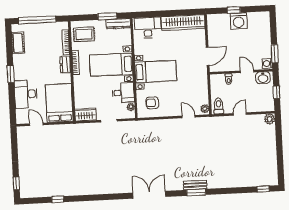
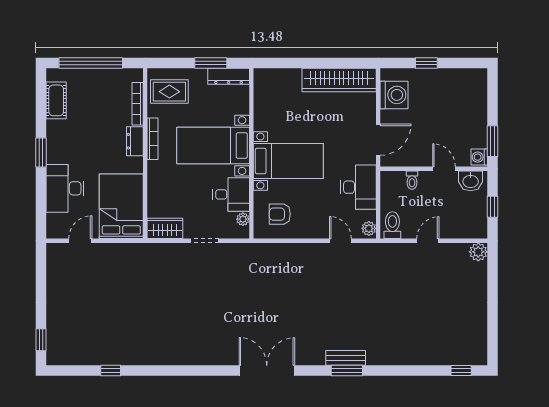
washing machine: (239, 21) -> (394, 95), moved, turned -90
desk: (148, 28) -> (358, 187), moved, turned 90
door: (36, 124) -> (80, 241), hinge flipped

